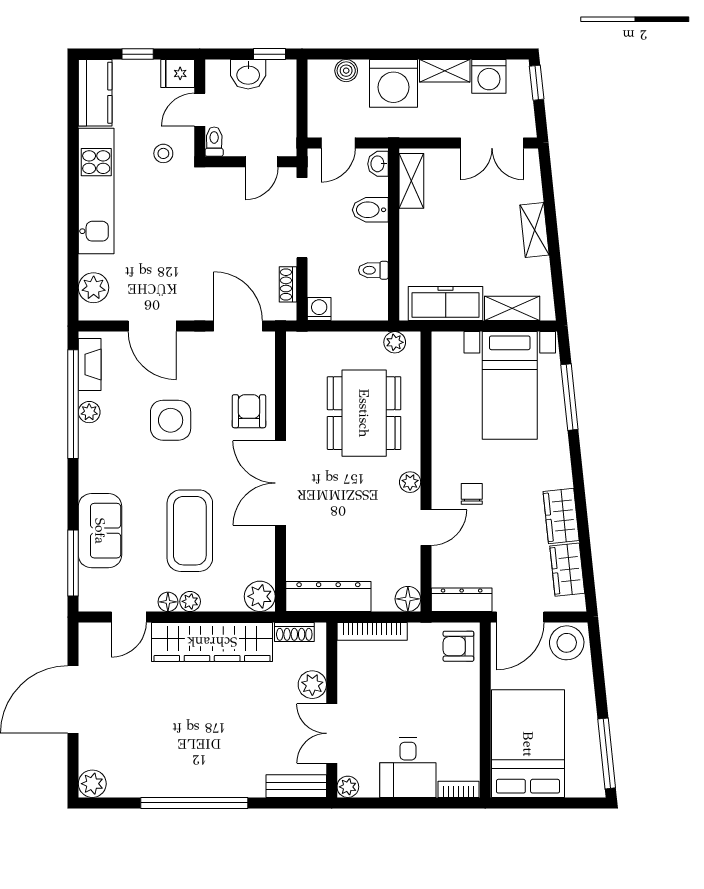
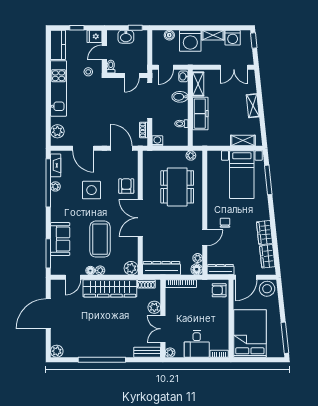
freezer: (446, 304) -> (200, 114), moved, turned 90
plant: (410, 482) -> (198, 258), moved

